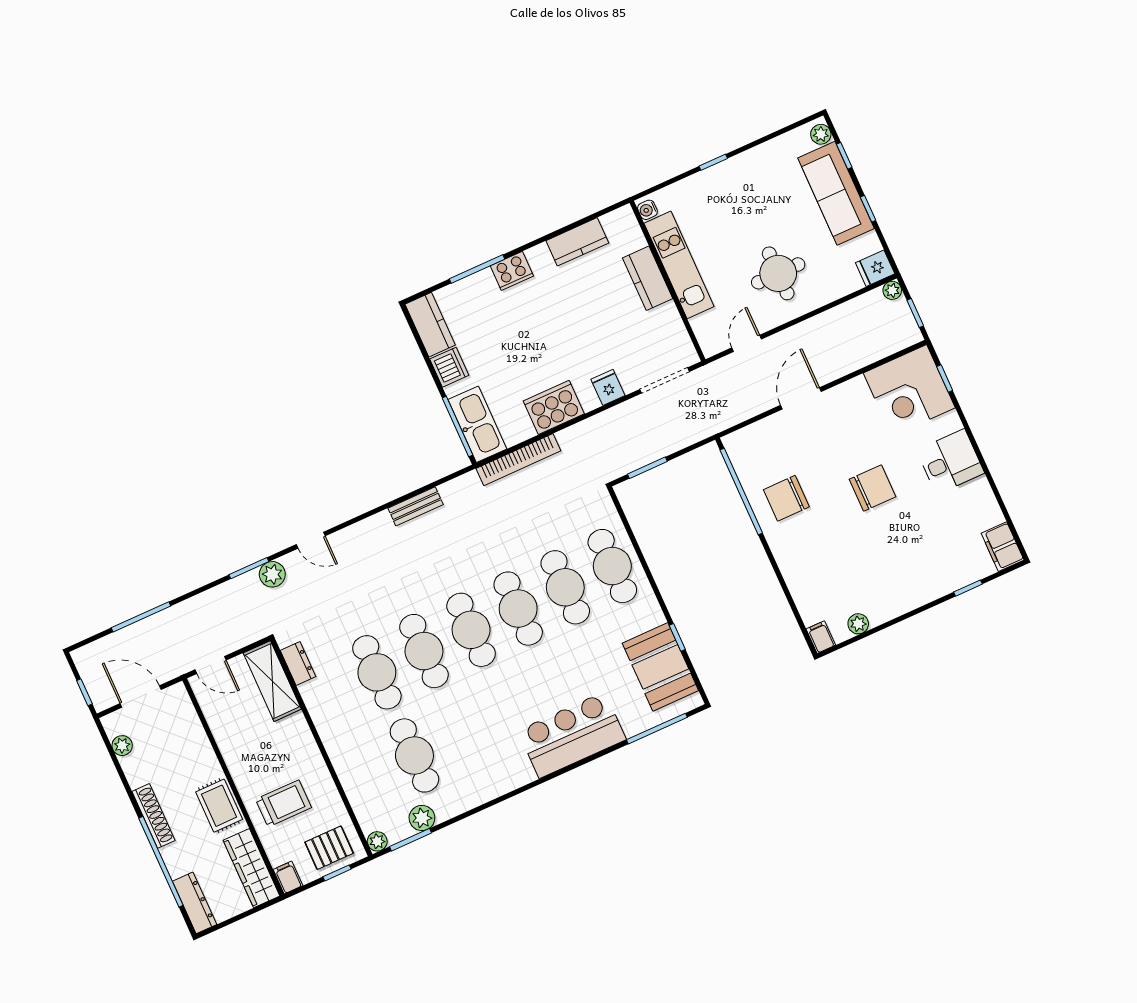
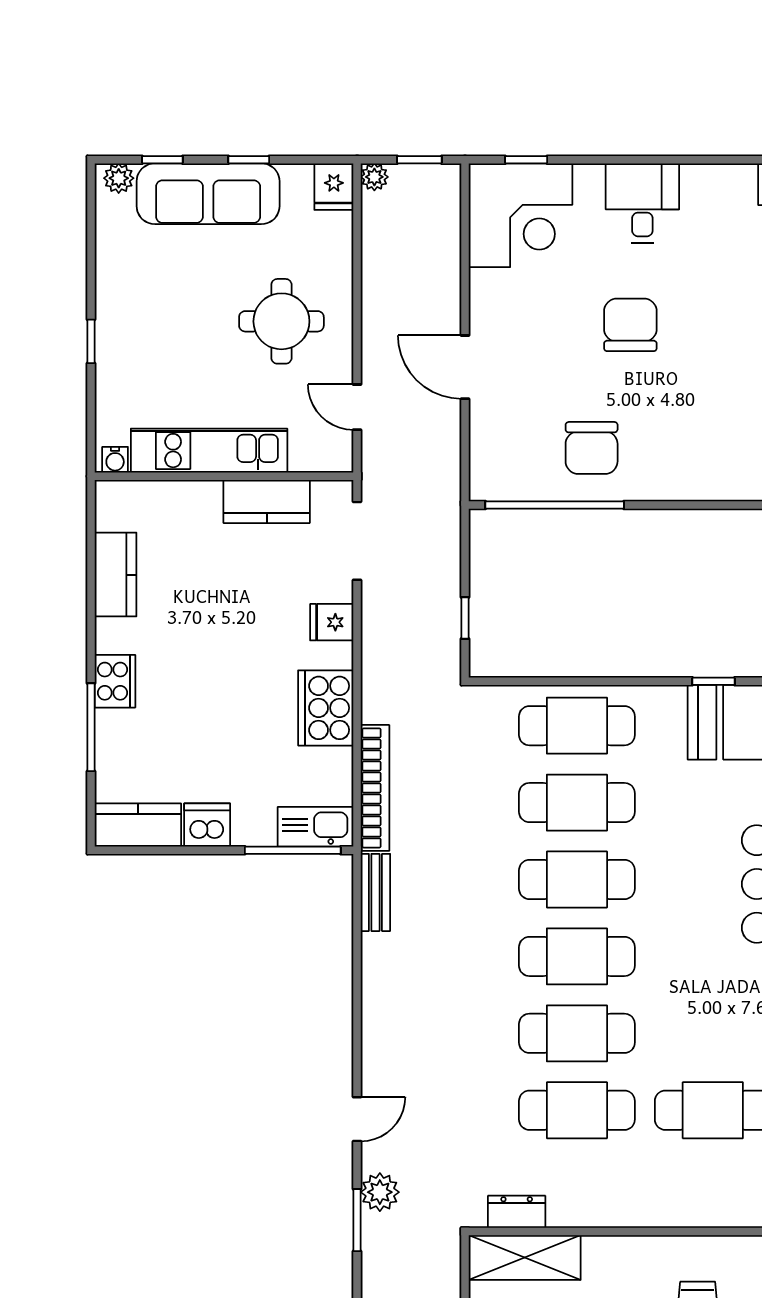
kitchen counter: (648, 278) -> (267, 501), moved
kitchen sink: (477, 424) -> (316, 827), width x0.73, depth x0.81
window: (647, 468) -> (465, 618), width x0.67
bench: (416, 506) -> (375, 892), moved

